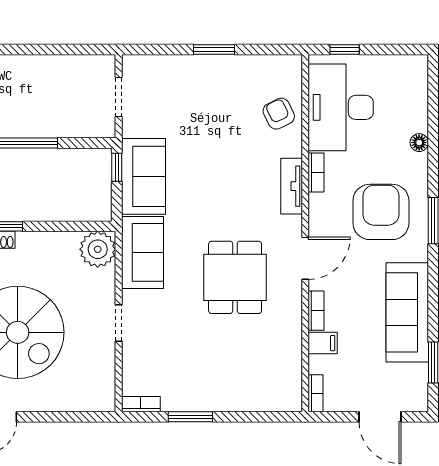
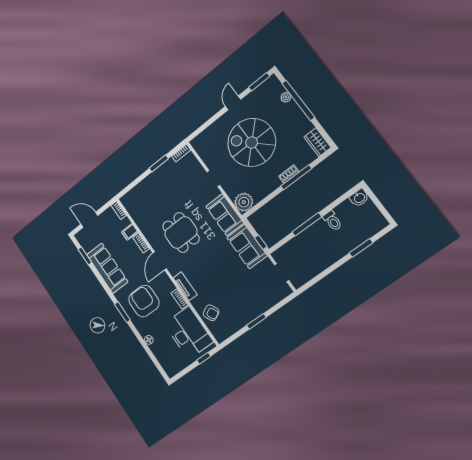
armchair: (381, 212) -> (144, 301), turned 180

